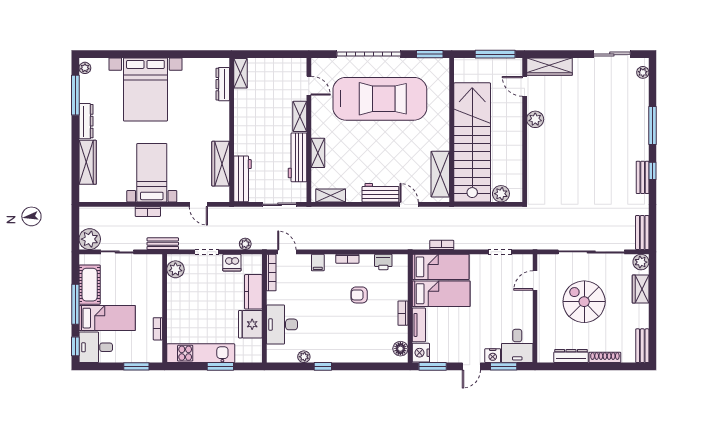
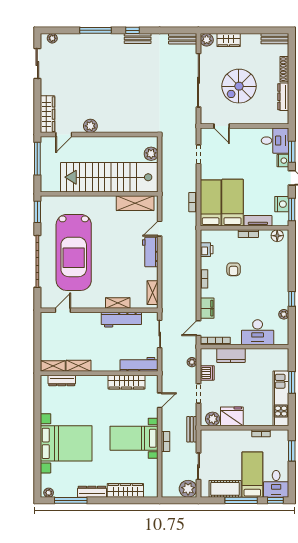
car: (380, 99) -> (74, 252), turned 180
shelving: (300, 116) -> (78, 366), moved
filing cabinet: (318, 263) -> (207, 308), width x2.00
fridge: (250, 324) -> (232, 416), moved, turned 180
nightstand: (421, 353) -> (282, 204), moved, turned -90

